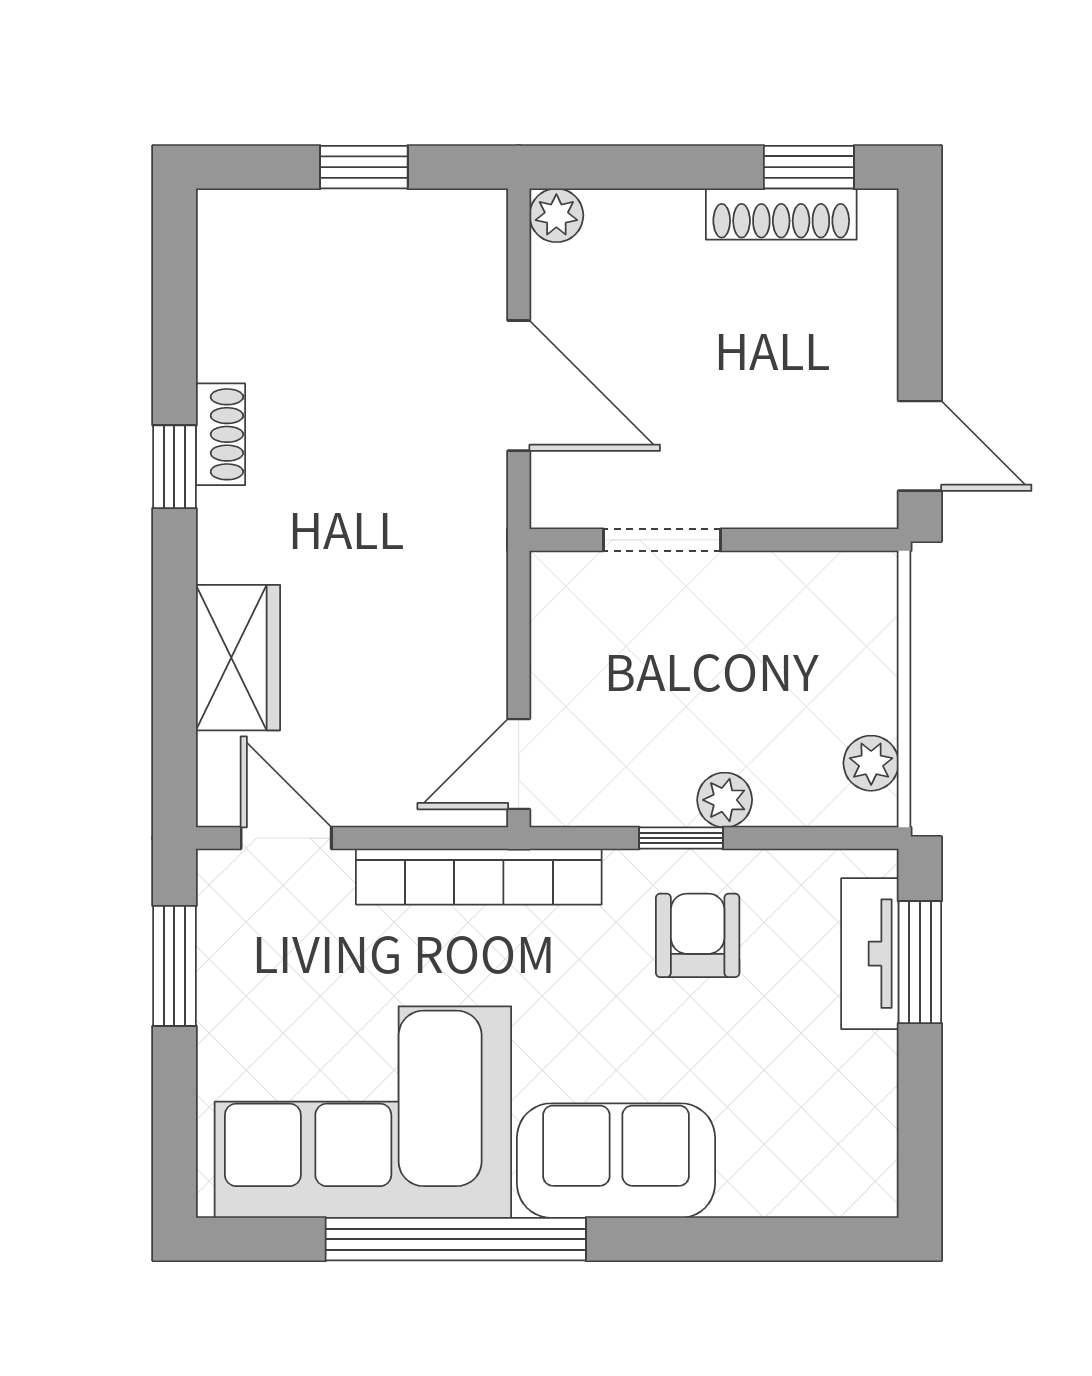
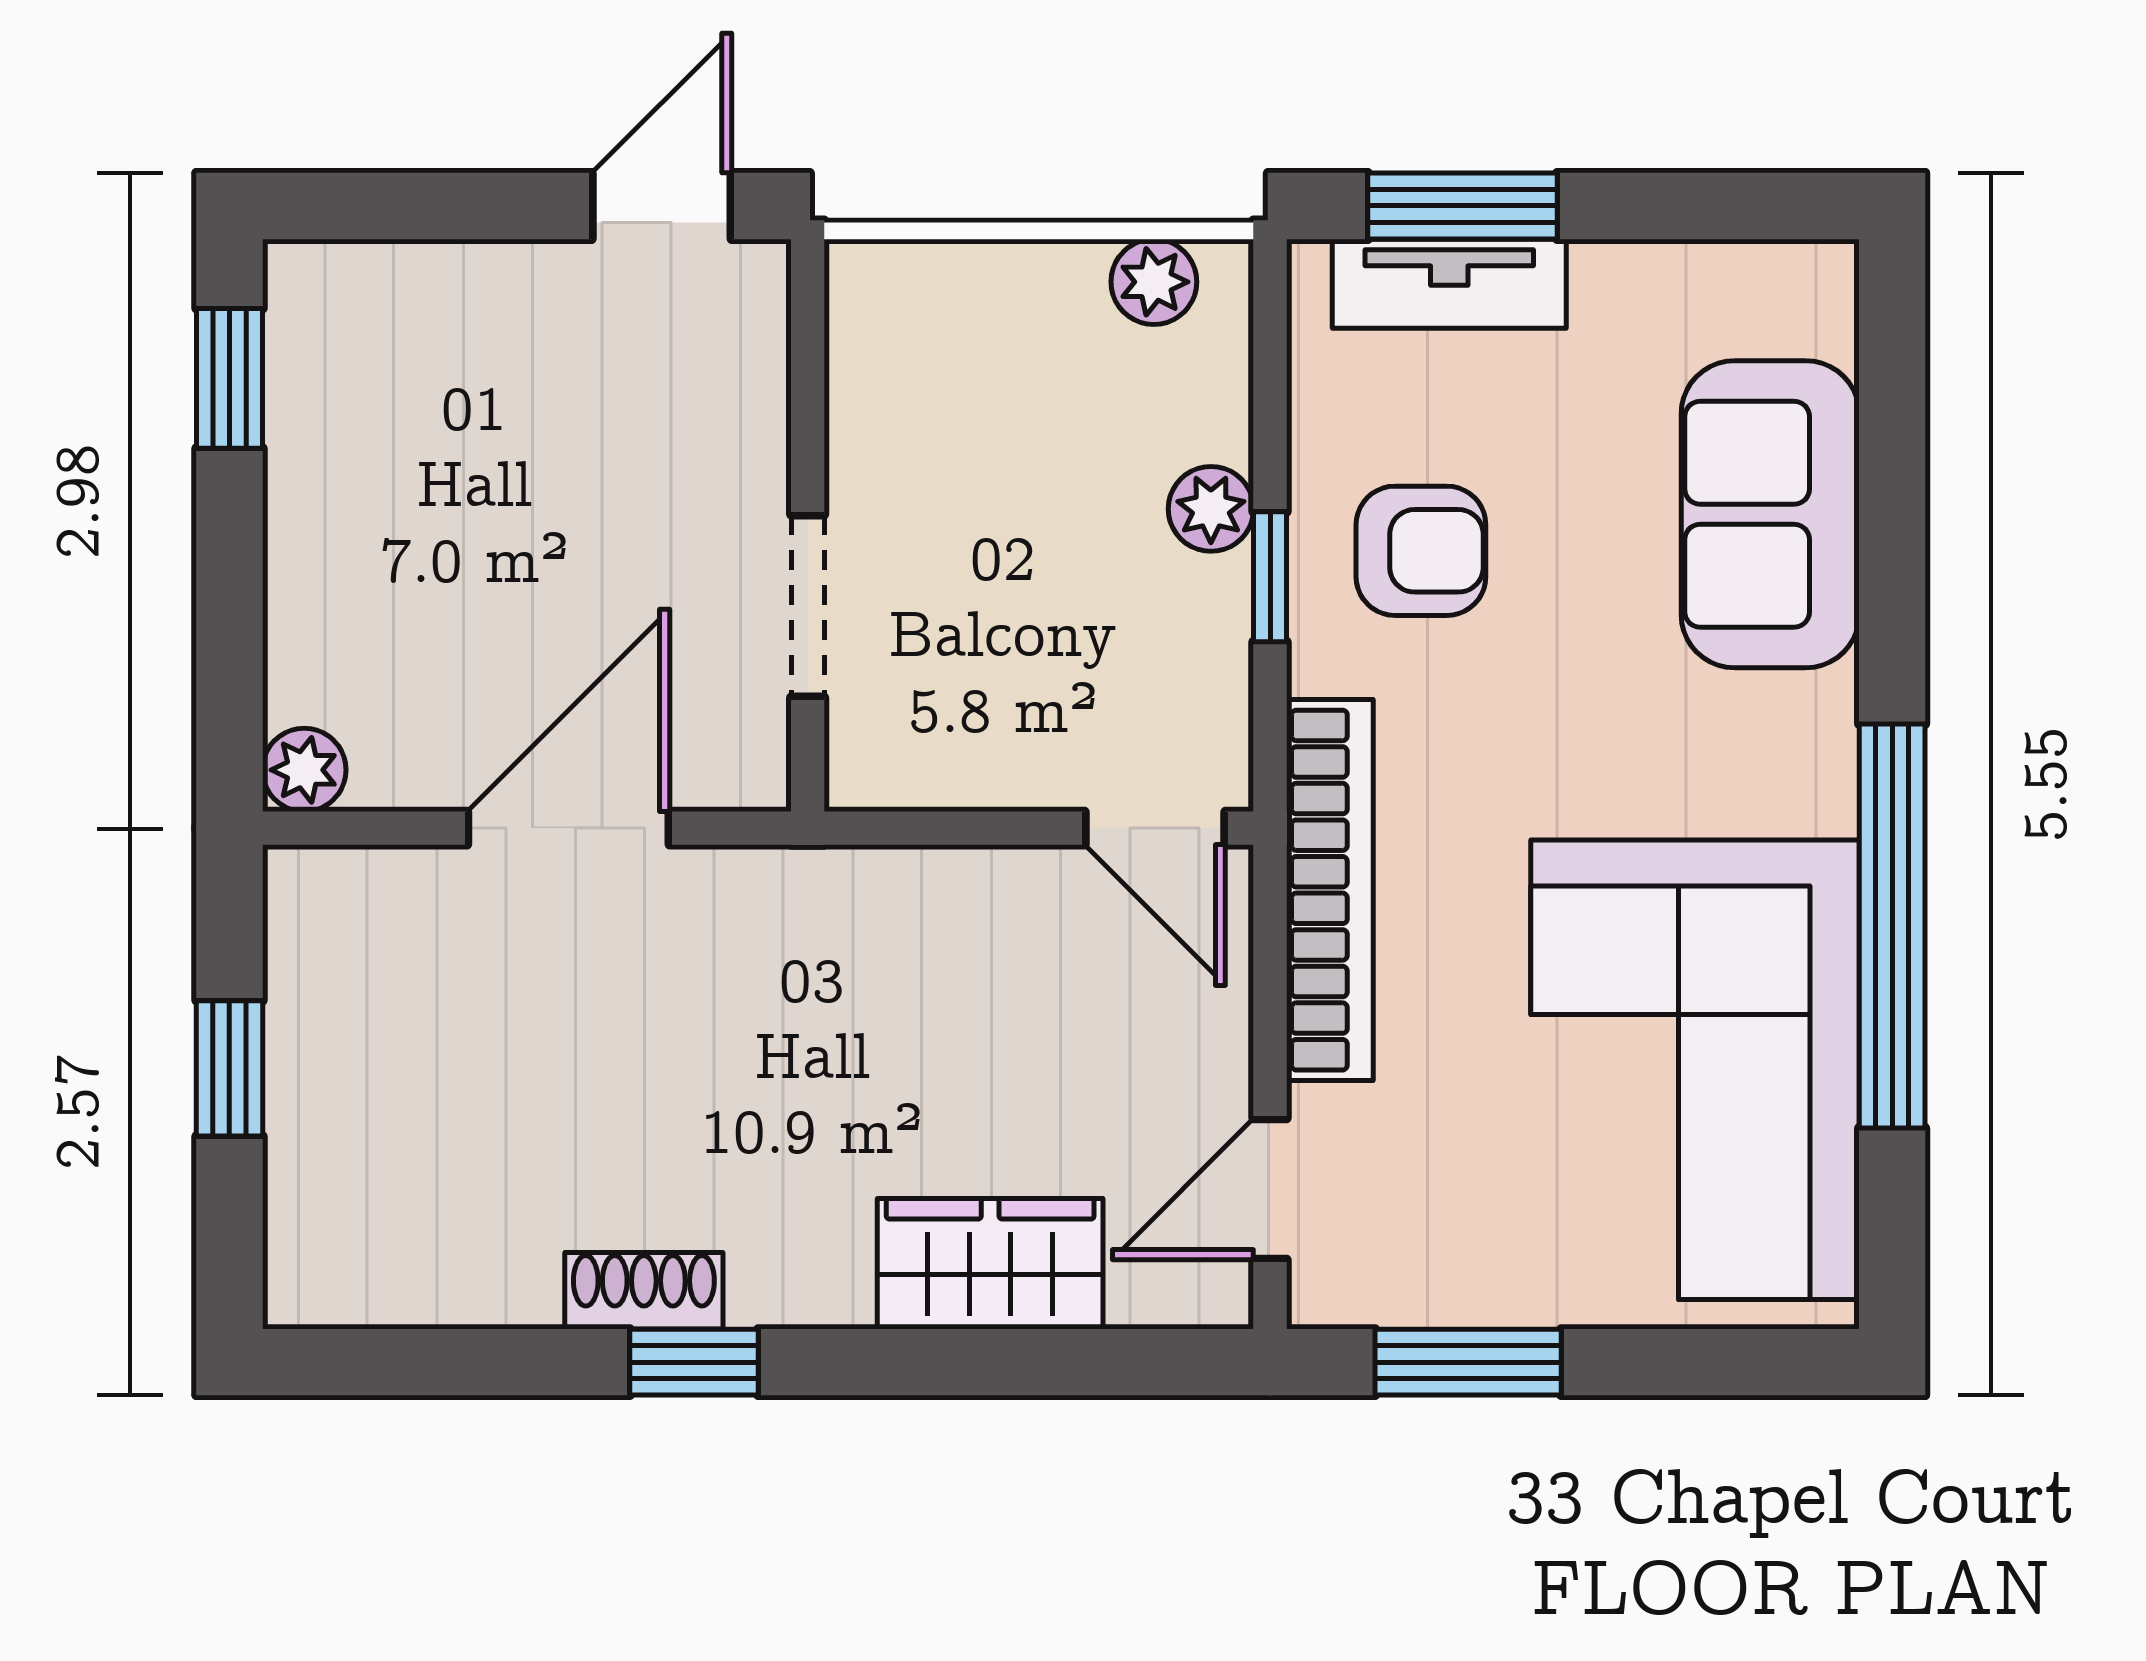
shoe rack: (781, 214) -> (302, 421), removed
armchair: (698, 935) -> (1421, 551), turned 180
sofa: (616, 1161) -> (1770, 514), moved

